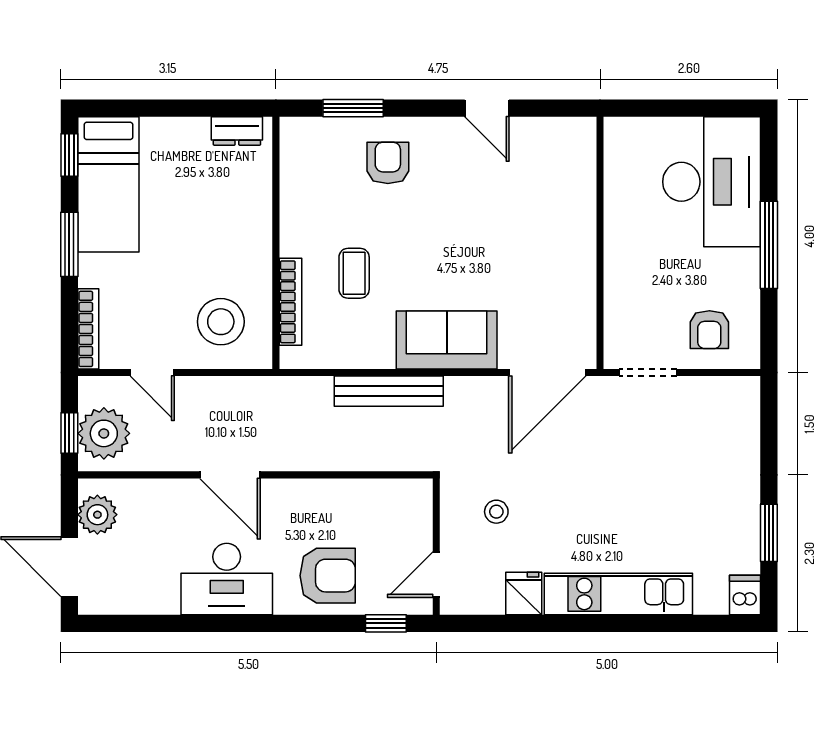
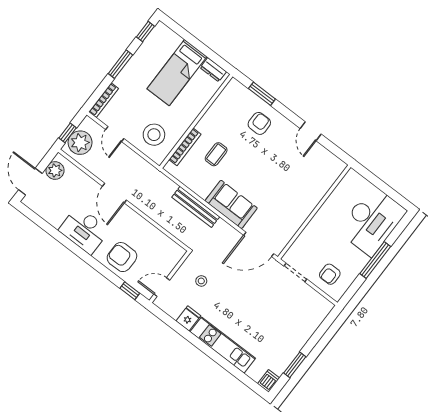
bed: (108, 184) -> (177, 73), moved
armchair: (328, 576) -> (122, 257), turned 180

